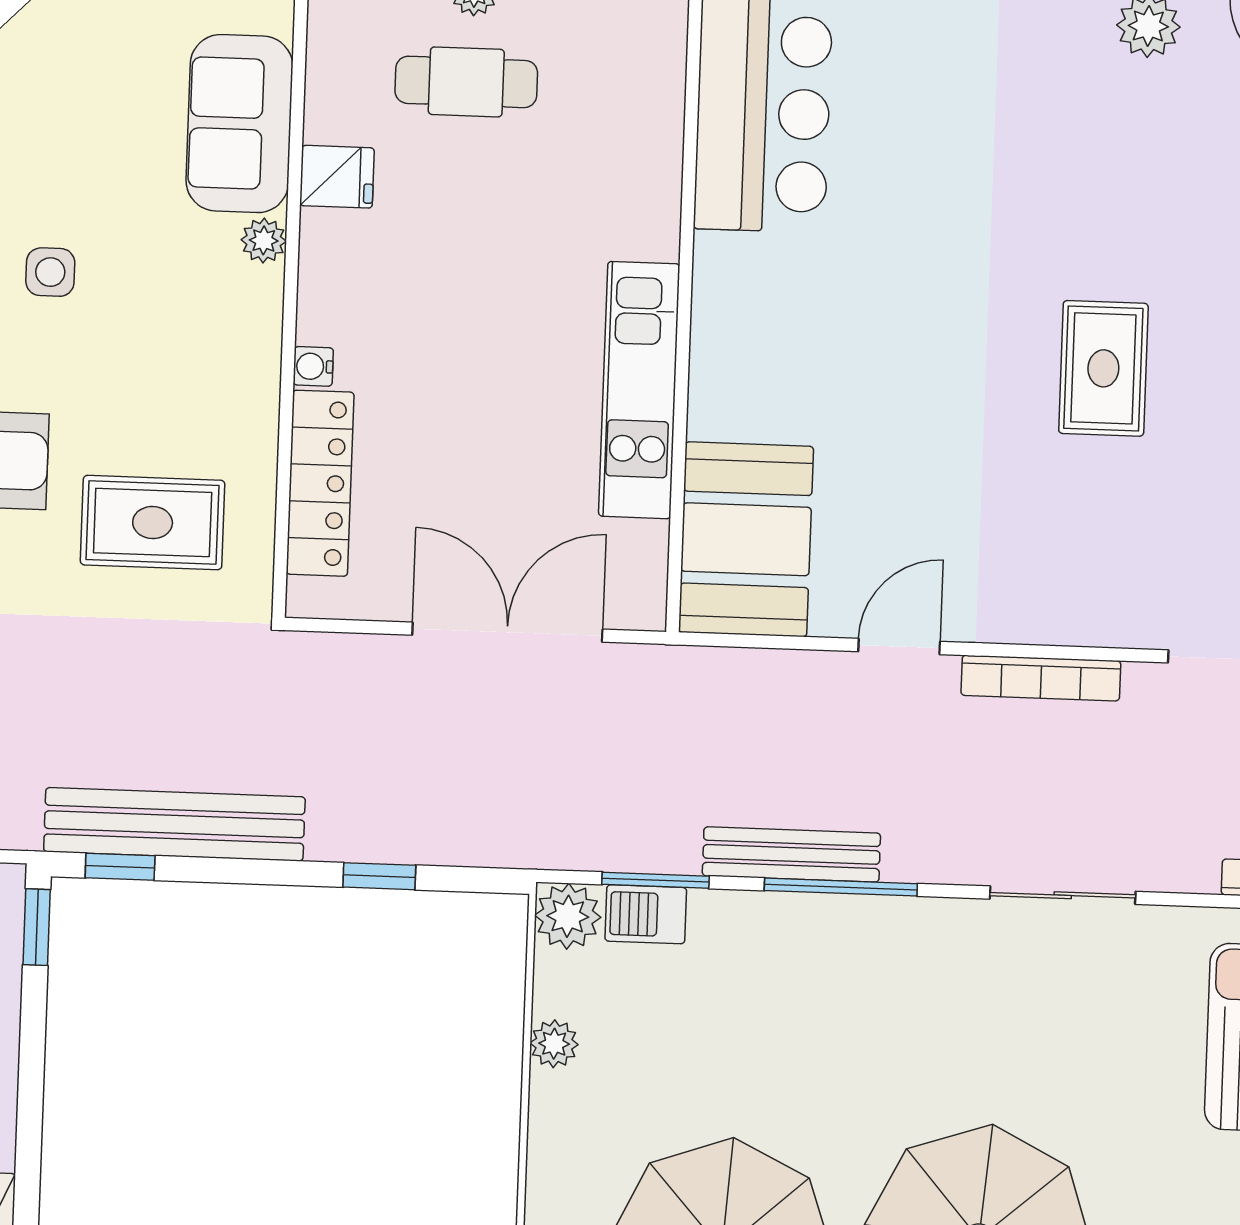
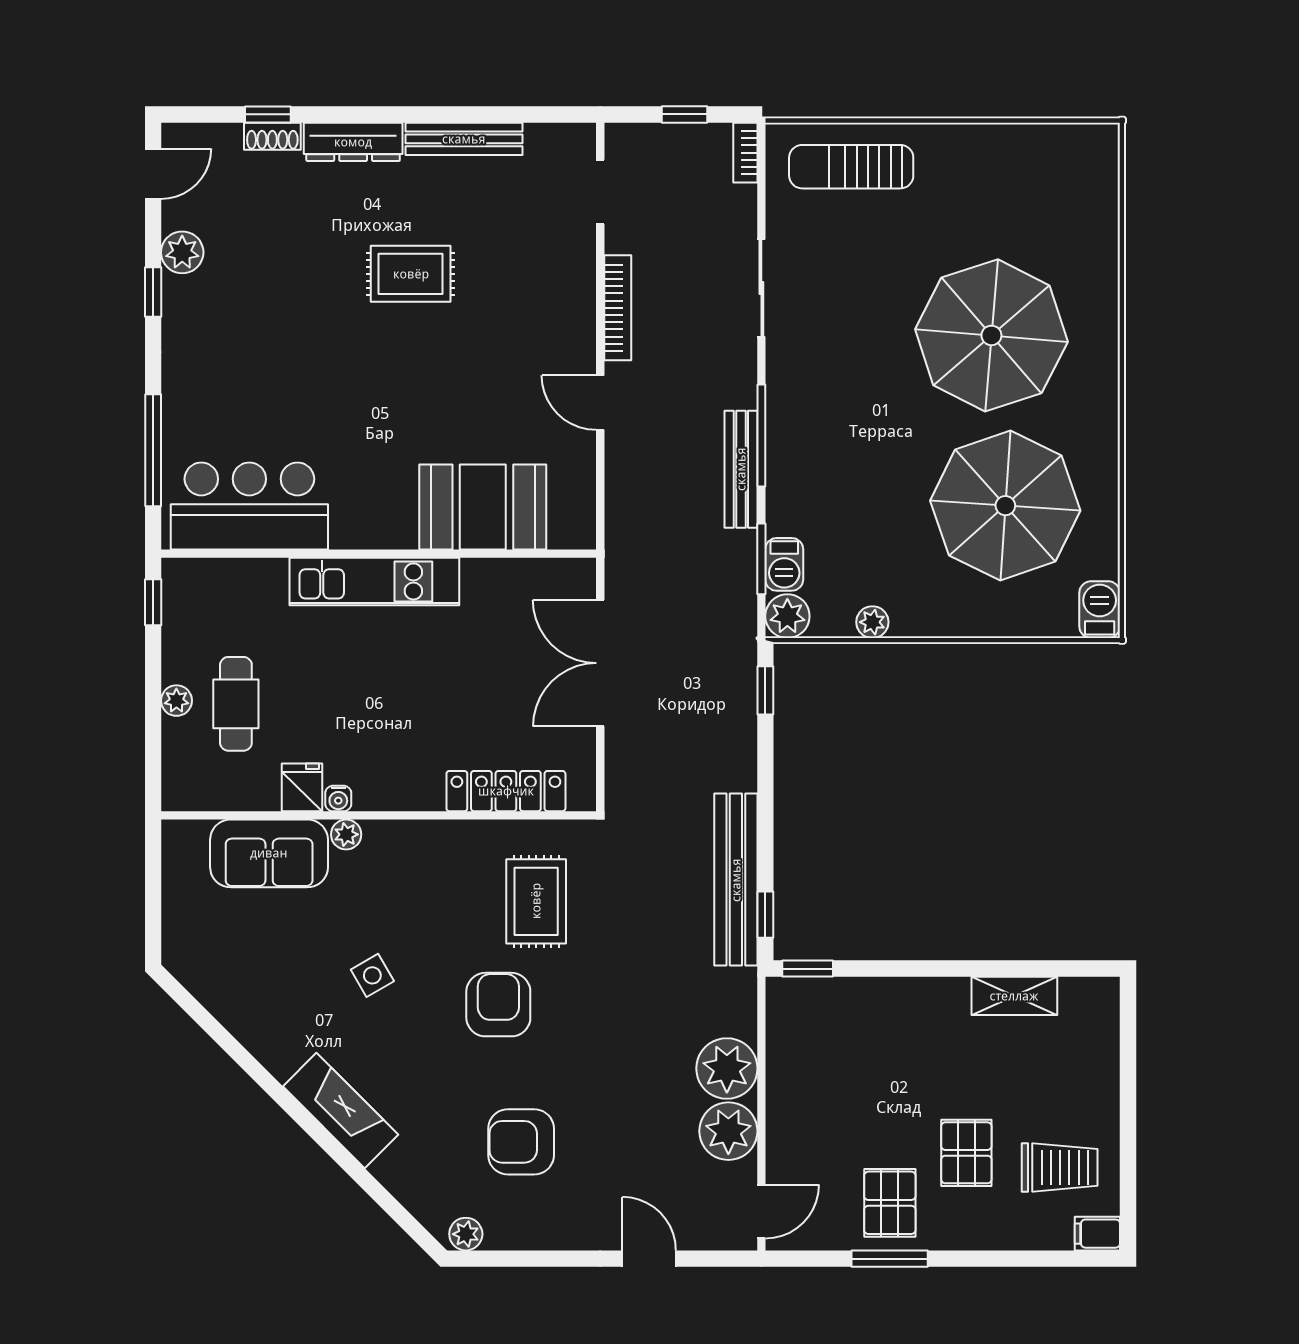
side table: (50, 272) -> (372, 975), turned -30
water cooler: (313, 366) -> (338, 799), moved
kitchen unit: (639, 390) -> (374, 581), moved
booth: (746, 539) -> (483, 507), moved
window: (379, 876) -> (765, 690), moved

